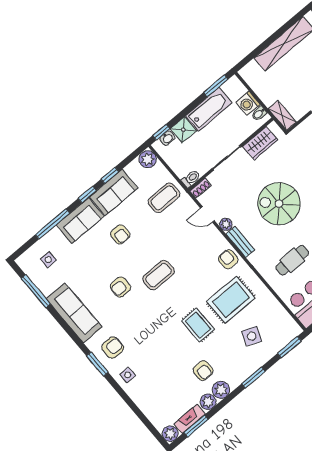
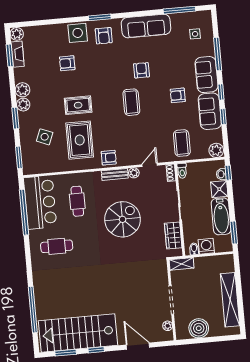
armchair: (203, 371) -> (67, 63), moved
side table: (128, 375) -> (78, 33), width x1.87, depth x1.87
plant: (208, 402) -> (23, 105), moved

